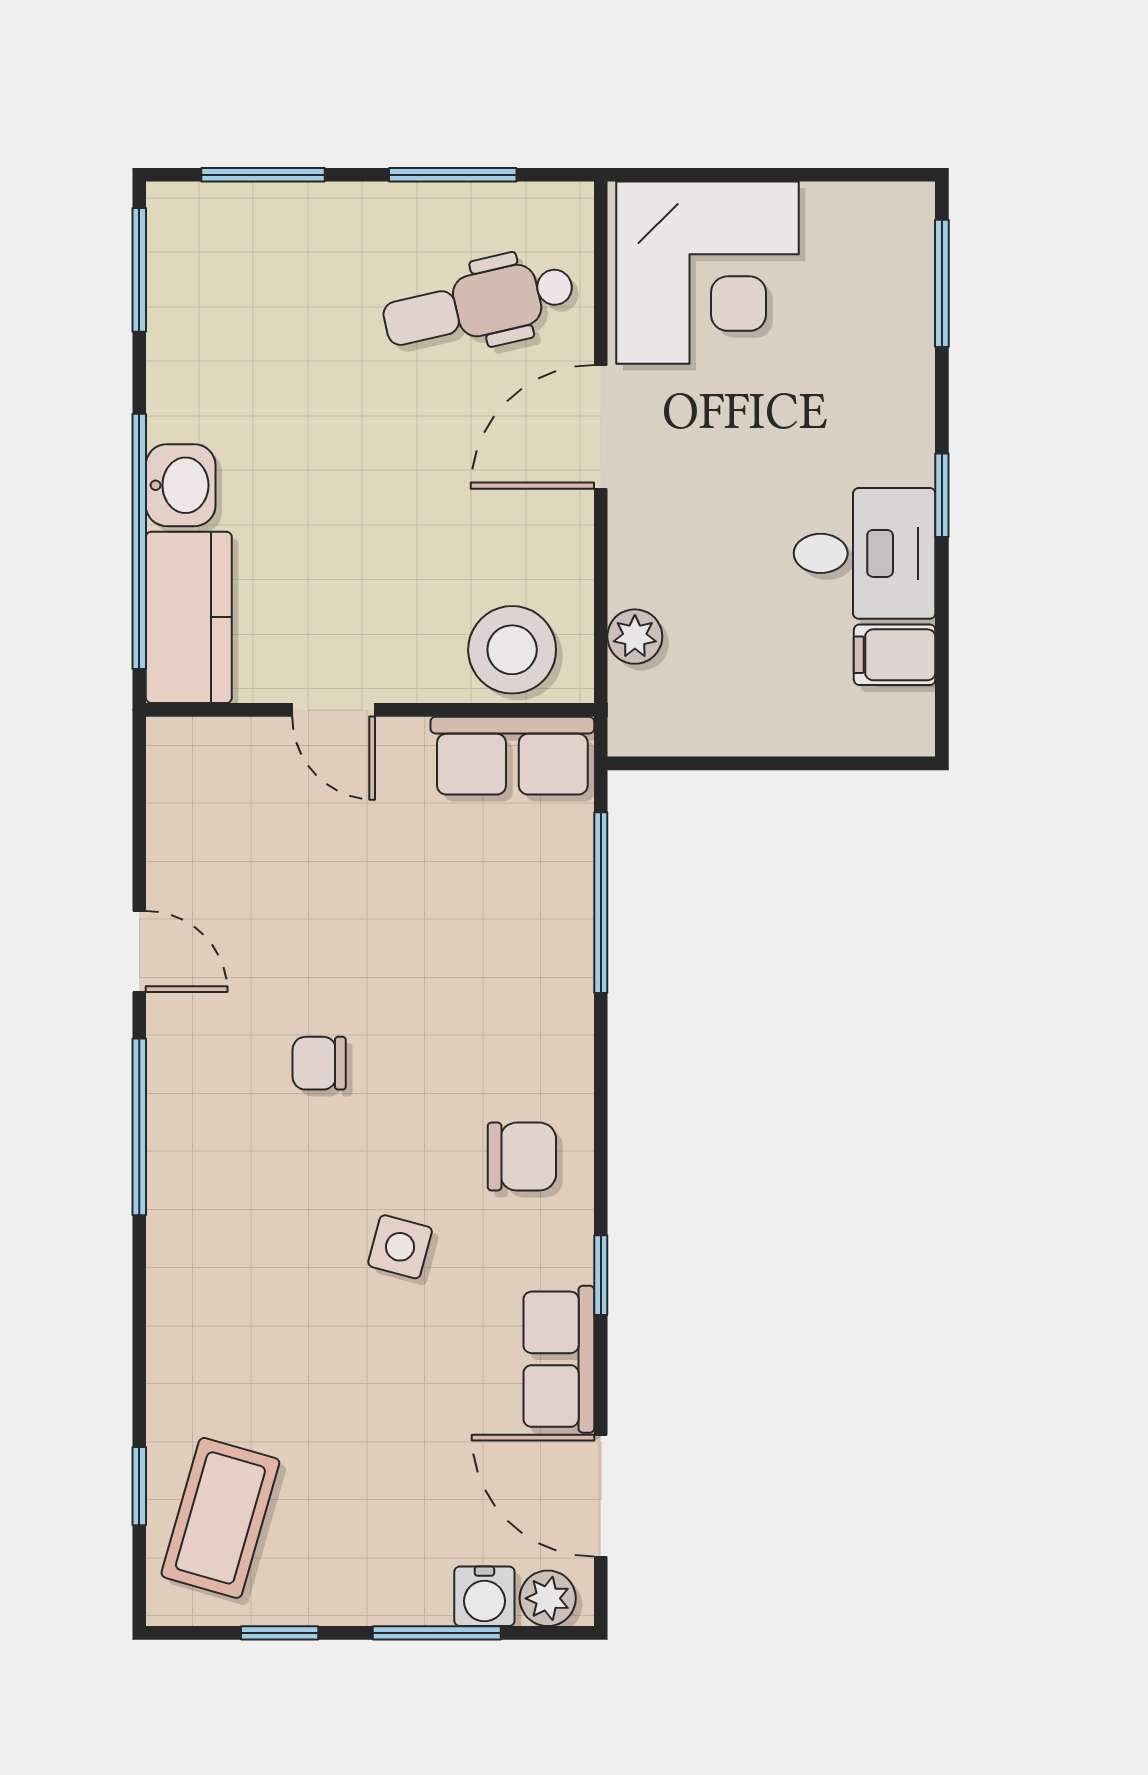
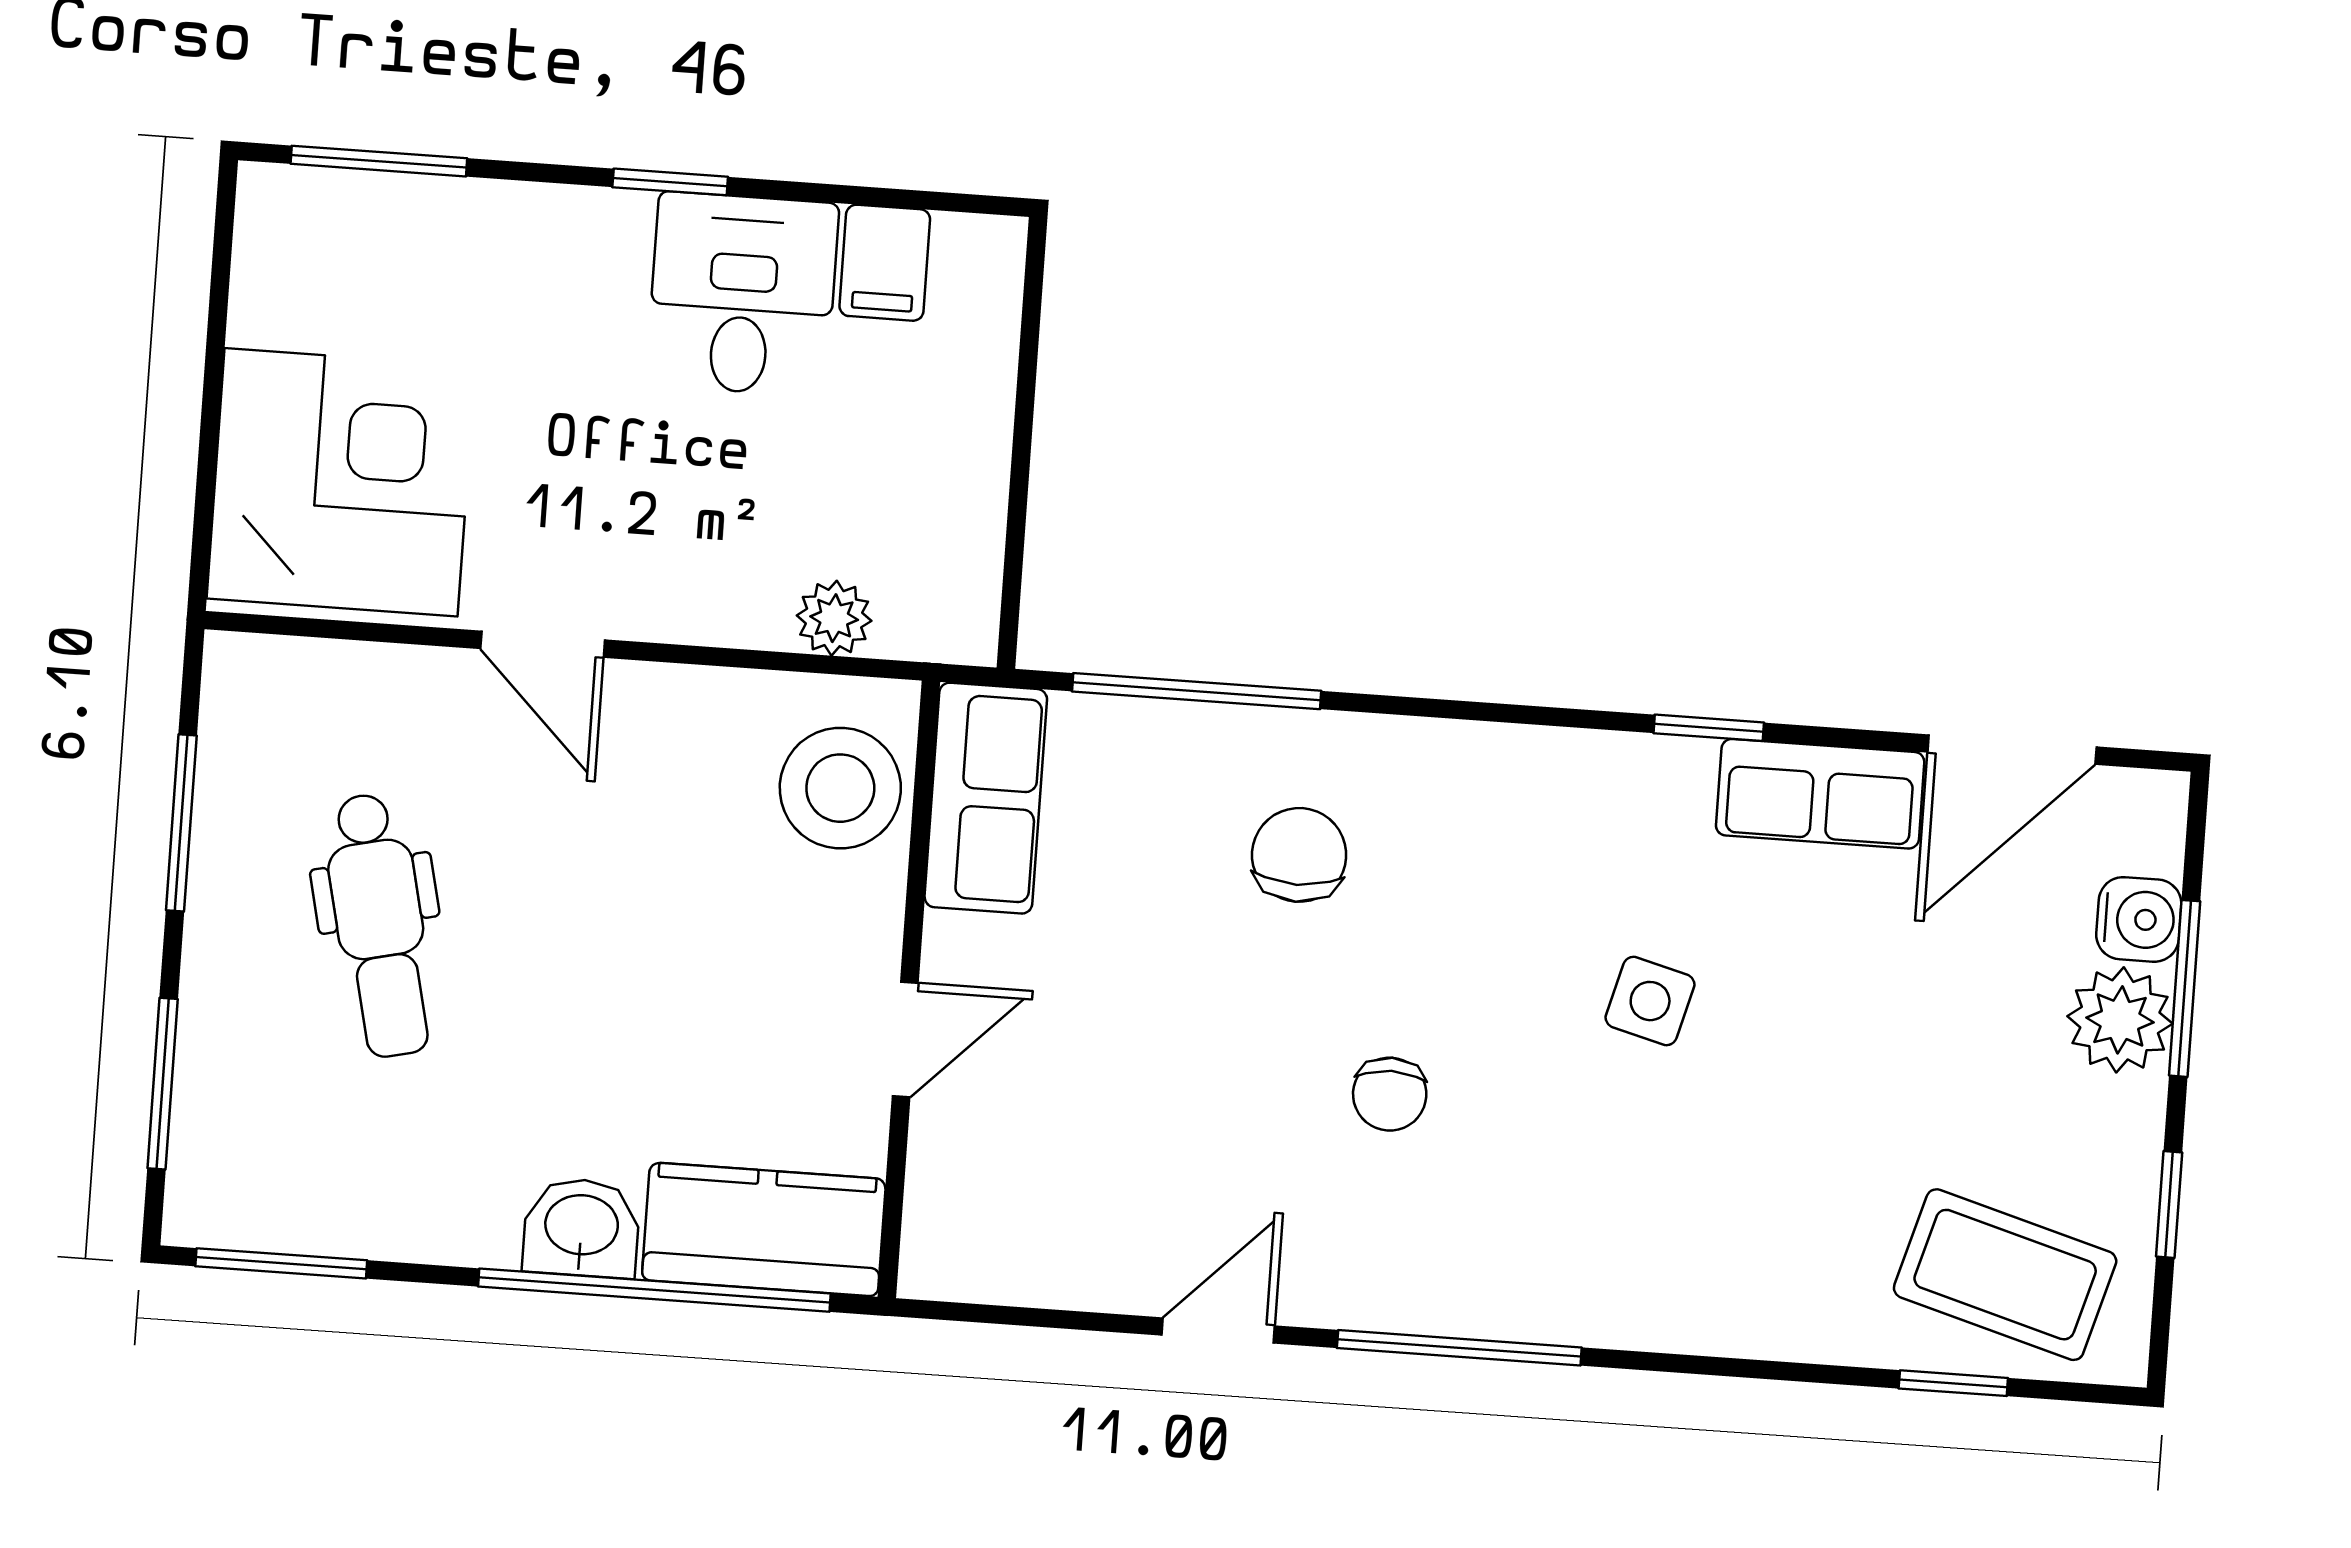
dental chair: (479, 305) -> (380, 925), moved
door: (601, 427) -> (543, 644), width x0.73
chair: (522, 1157) -> (1299, 855), moved
plant: (548, 1598) -> (2120, 1020), moved, width x1.38, depth x1.38

